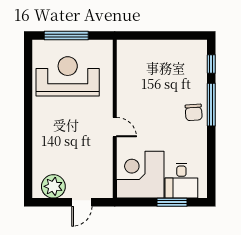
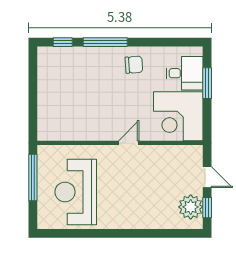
window: (66, 35) -> (33, 178), moved
chair: (194, 112) -> (134, 65), moved
window: (53, 202) -> (207, 208), added

